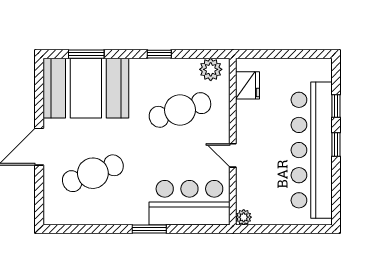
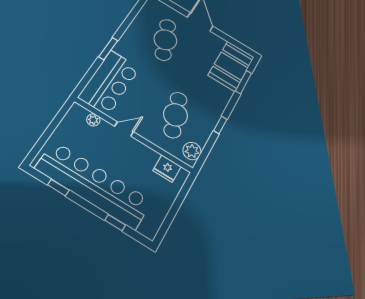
booth: (86, 88) -> (231, 66), width x0.73, depth x0.70
window: (336, 145) -> (58, 188), moved
plant: (244, 217) -> (93, 120), moved

